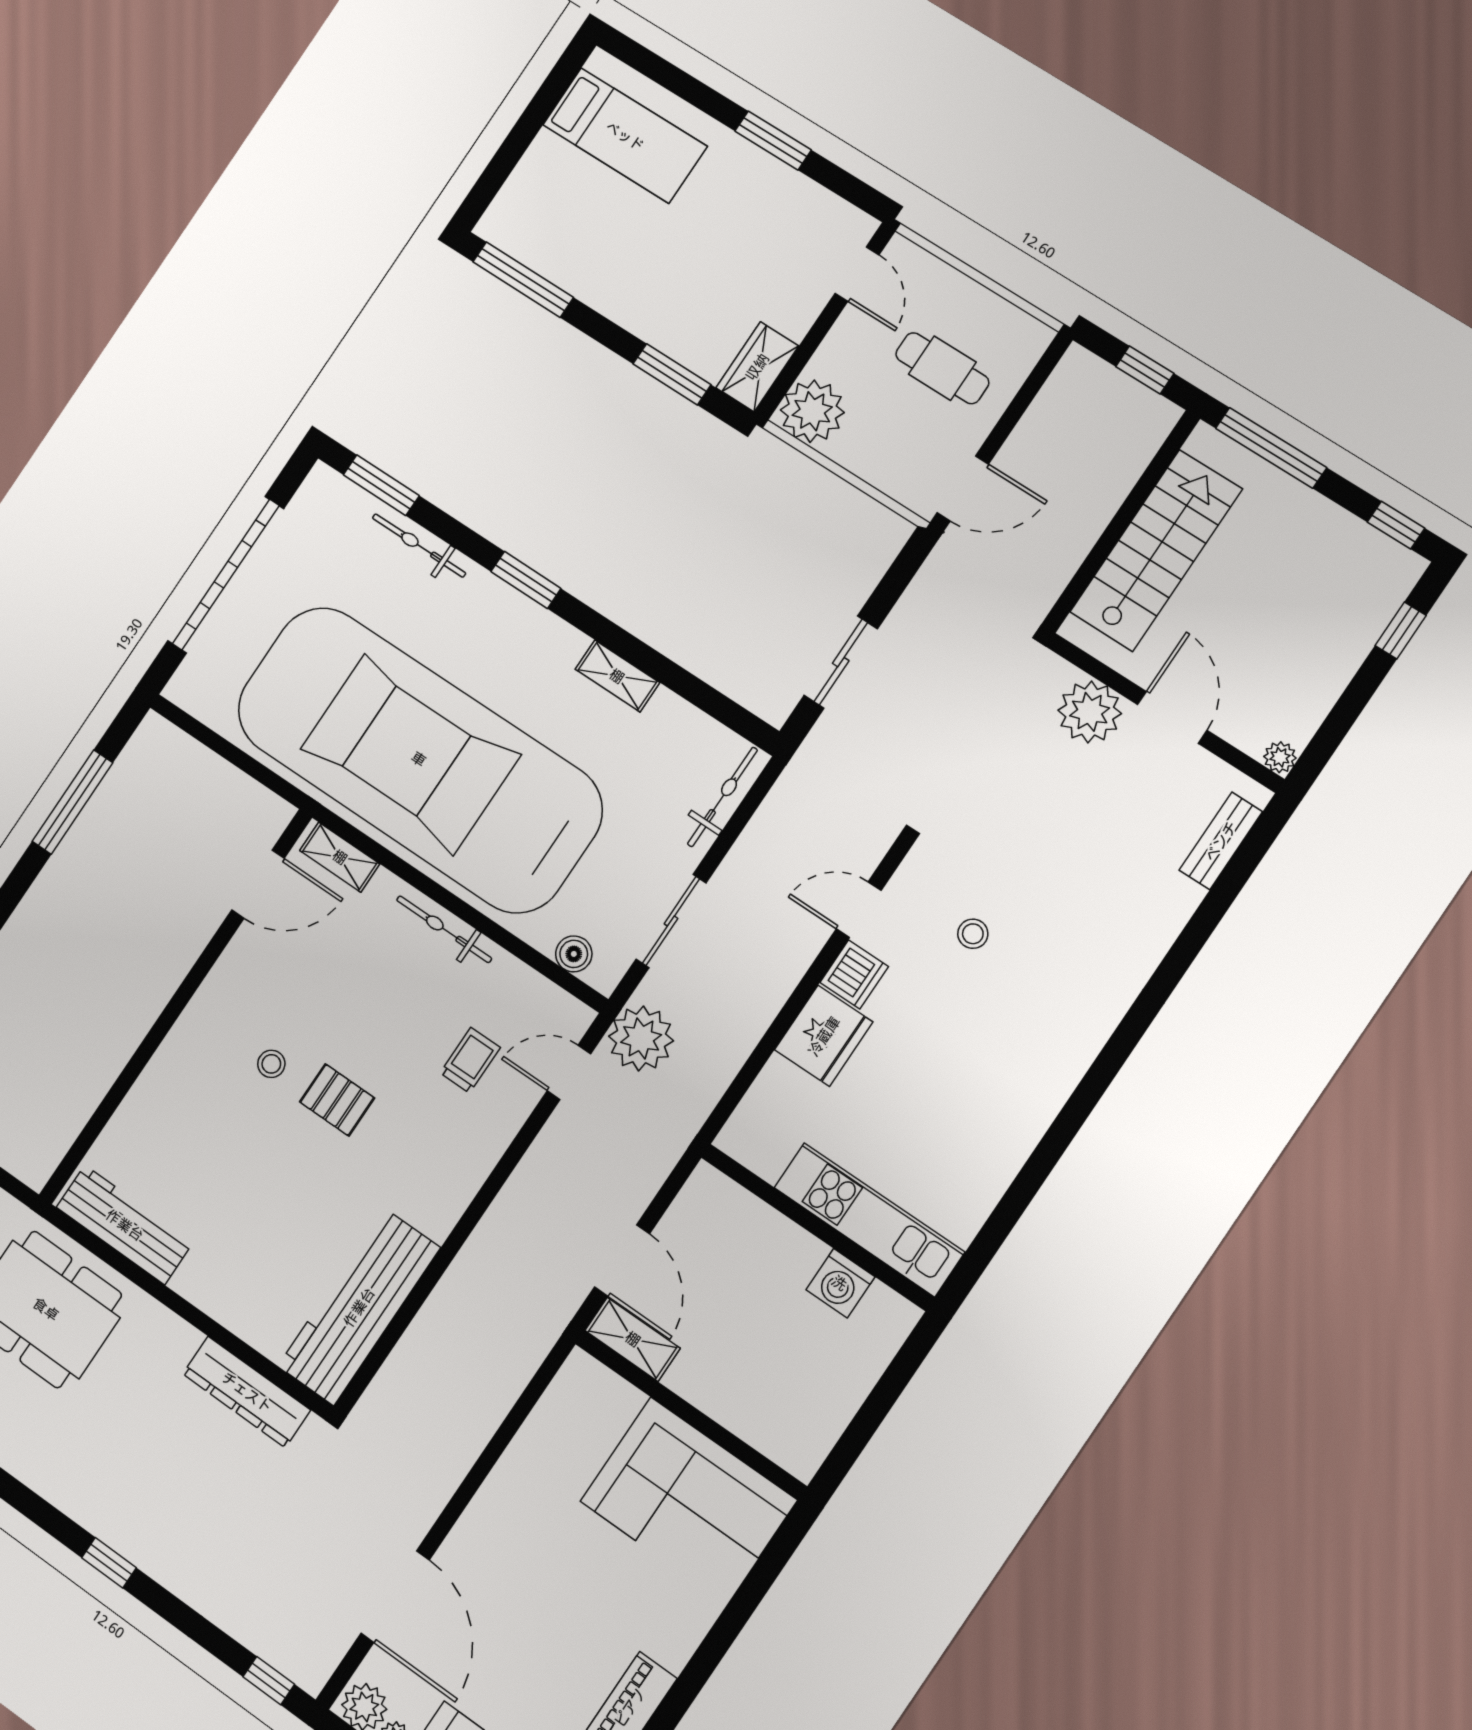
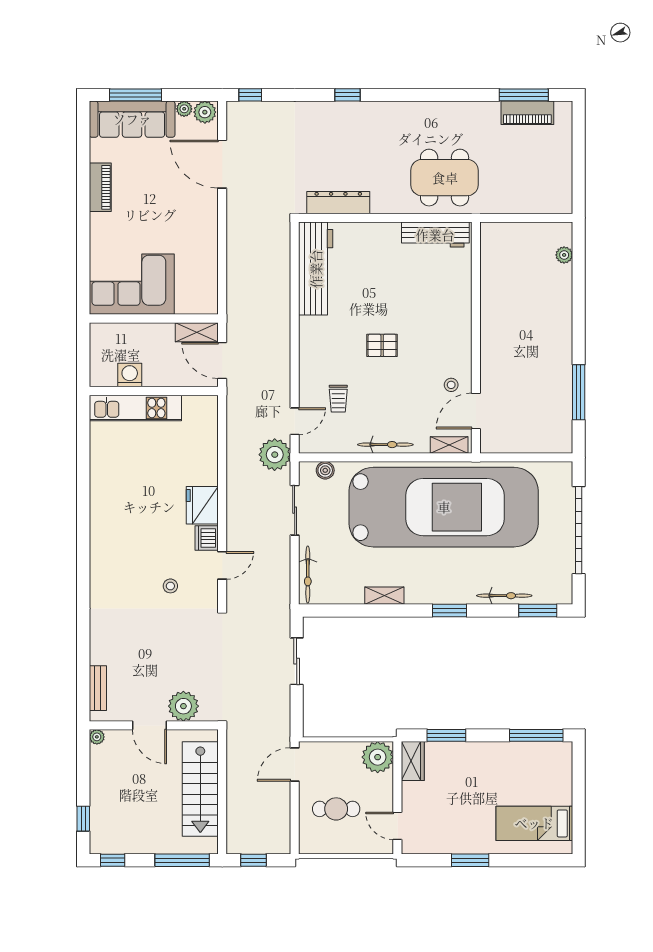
stool: (271, 1064) -> (451, 385), moved
kitchen unit: (869, 1220) -> (135, 408), moved
wall: (817, 1227) -> (154, 391), moved
washing machine: (840, 1283) -> (130, 375), moved

